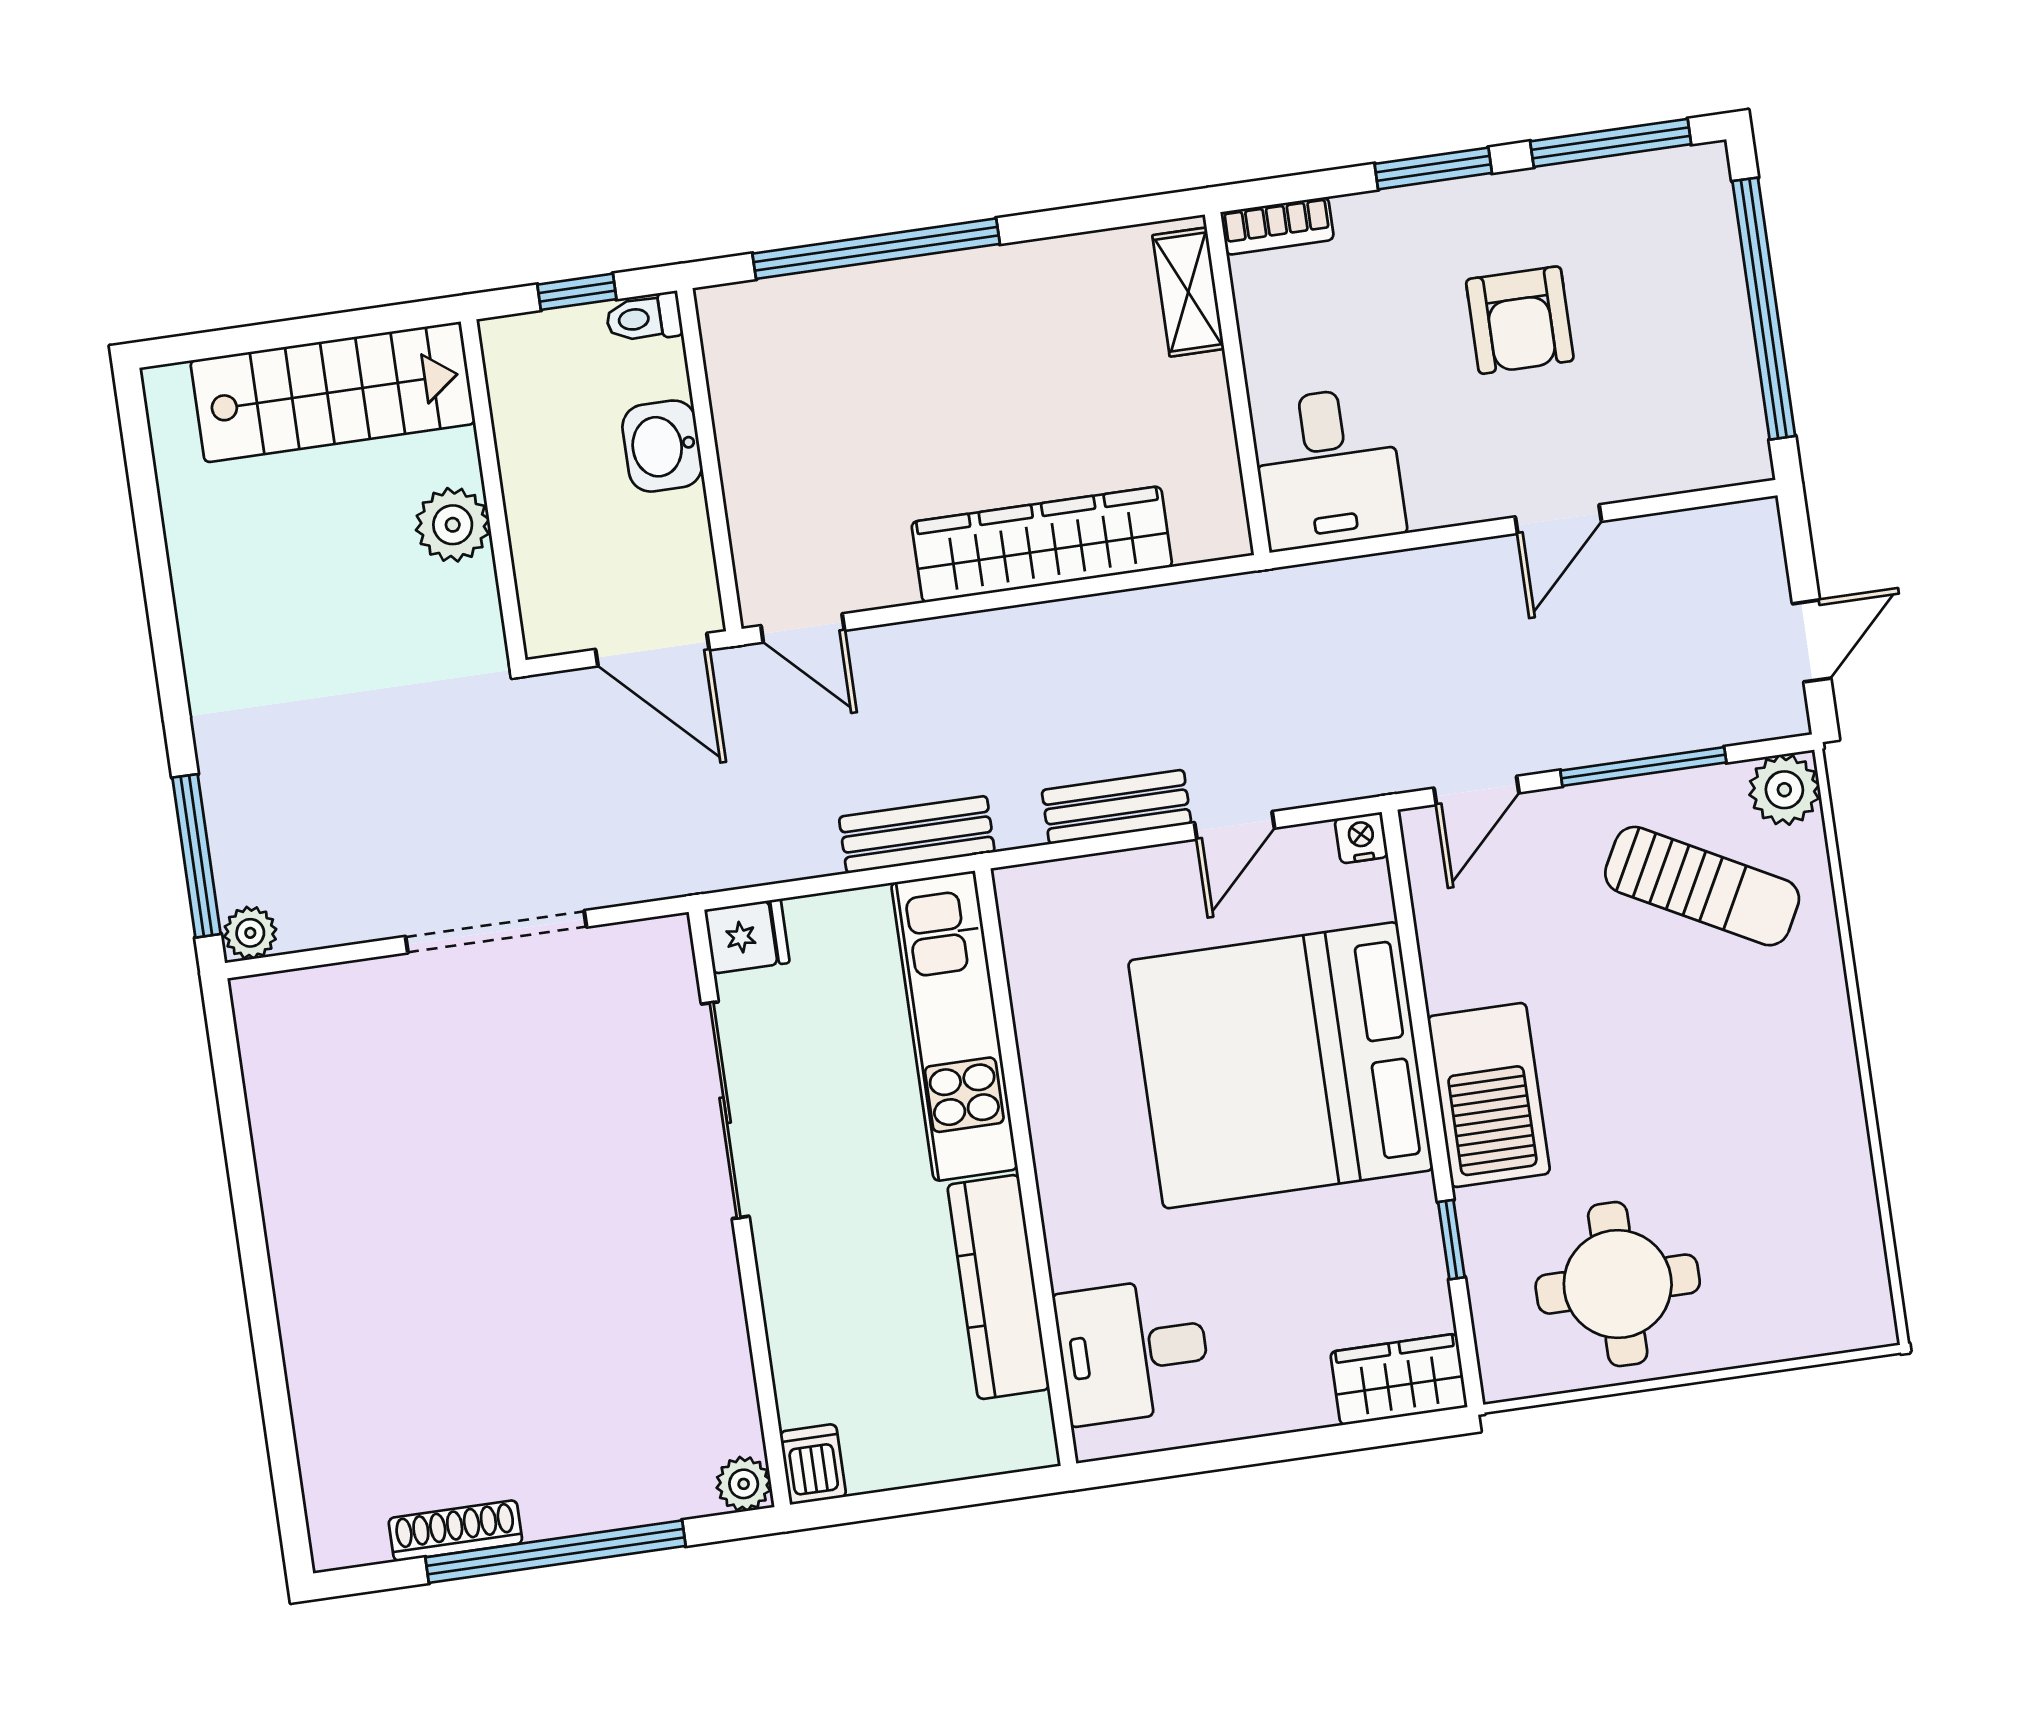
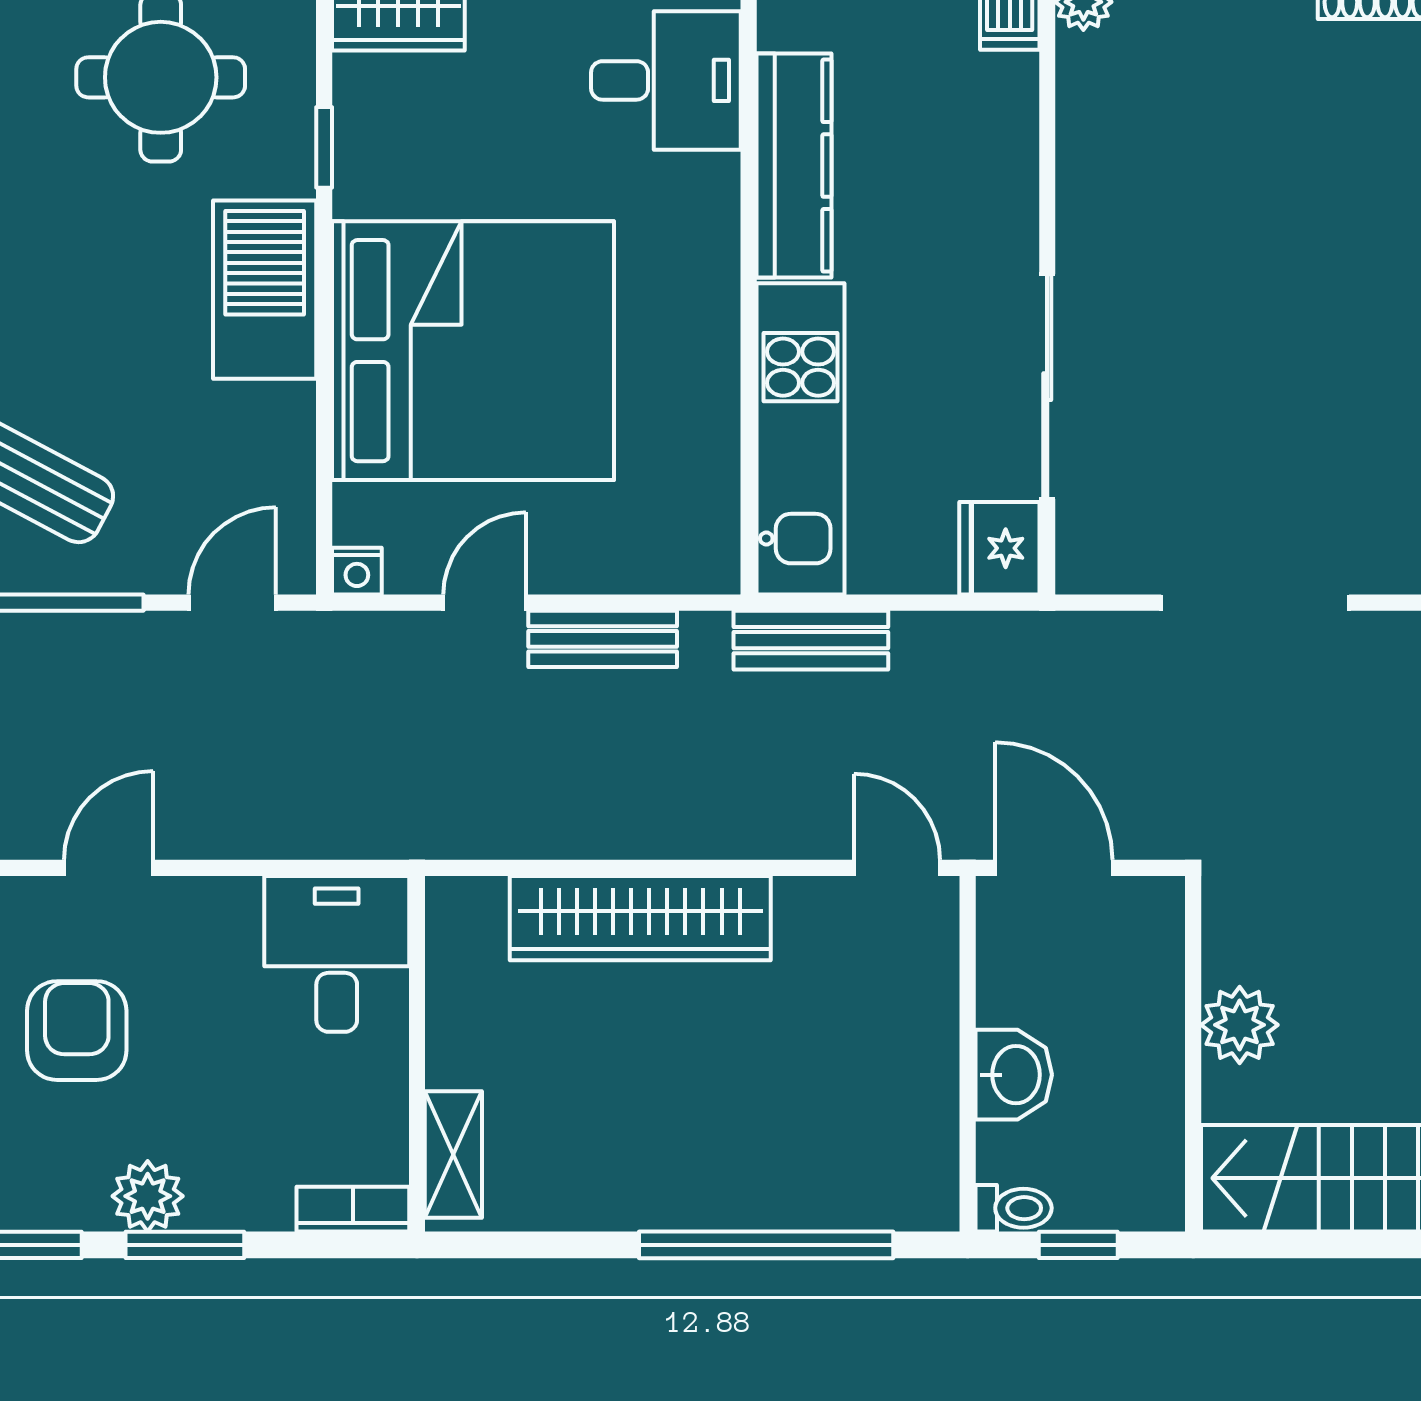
plant: (1476, 210) -> (148, 1196), added
armchair: (1520, 320) -> (77, 1031), moved
fridge: (747, 936) -> (999, 548), width x1.38

